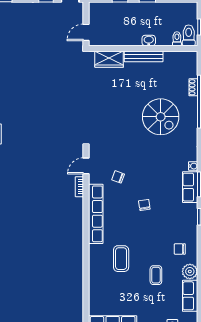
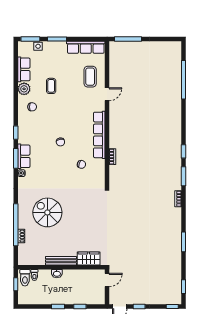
door: (86, 166) -> (107, 94), moved
coffee table: (121, 259) -> (90, 77), moved

